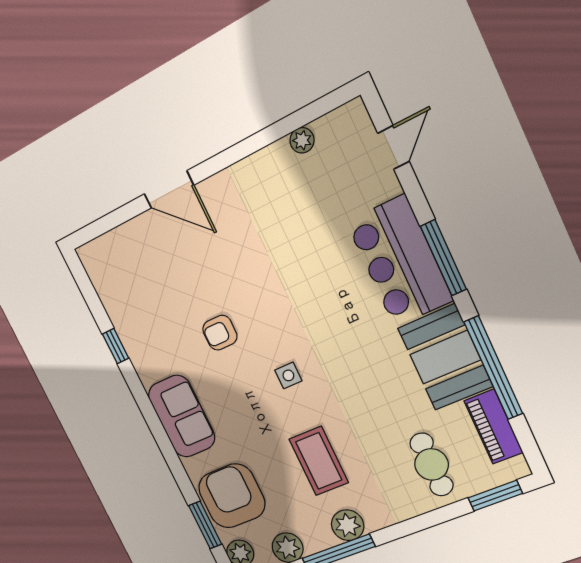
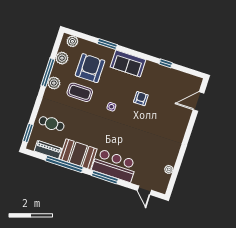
door: (169, 190) -> (199, 101), moved
armchair: (232, 496) -> (90, 68), moved, turned -90
window: (205, 525) -> (107, 44), moved

